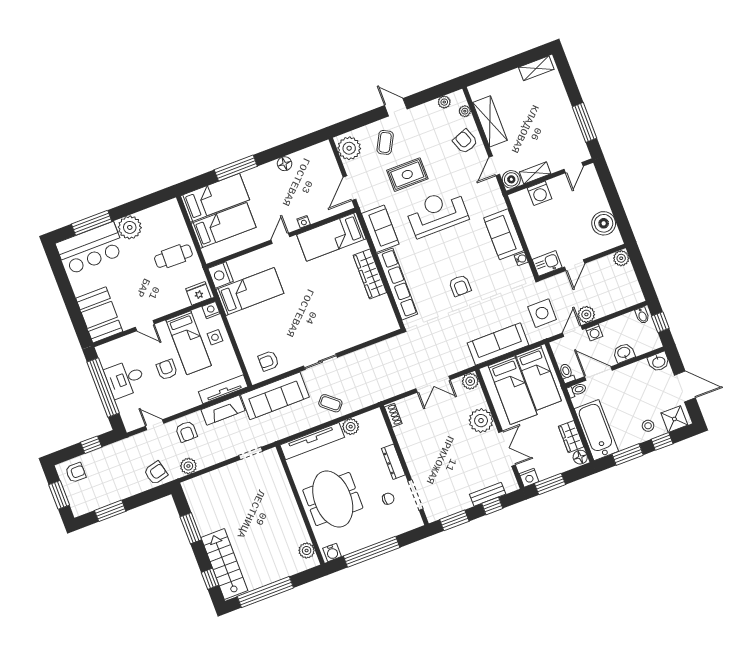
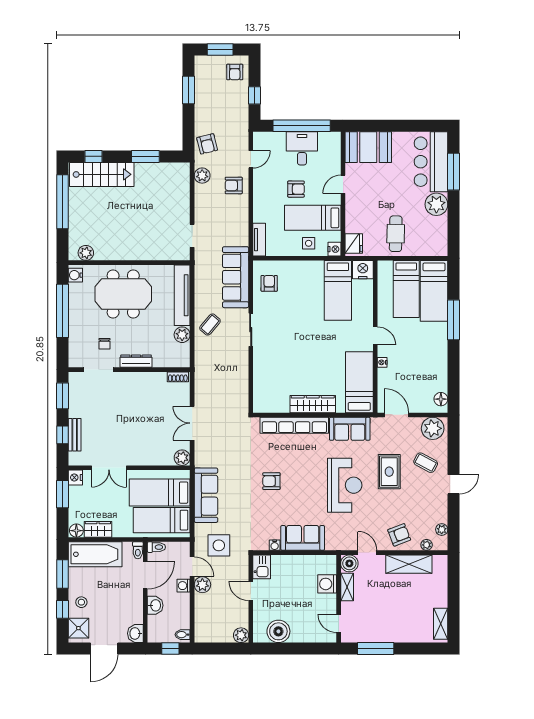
floor lamp: (285, 164) -> (441, 399), moved
tv unit: (223, 389) -> (259, 240), width x0.71
fireplace: (223, 410) -> (240, 226), removed
plant: (481, 421) -> (143, 454), removed

